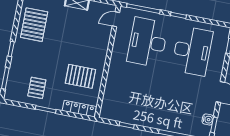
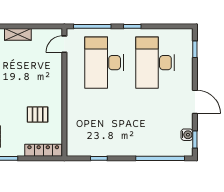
desk: (192, 51) -> (155, 63), turned 180
pallet: (80, 76) -> (38, 115), width x0.67, depth x0.71

